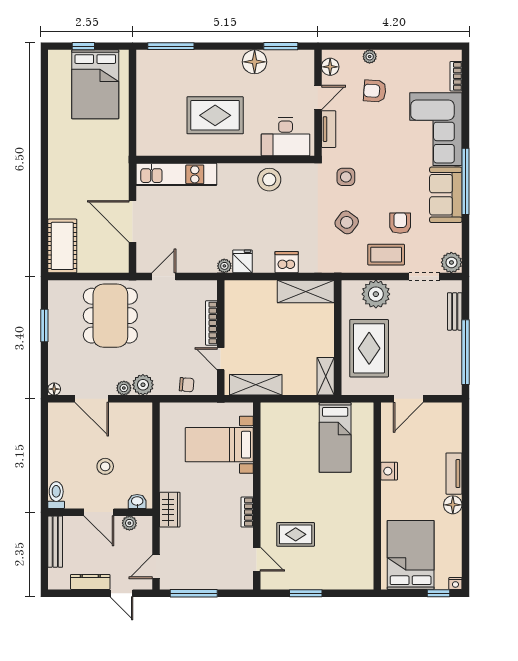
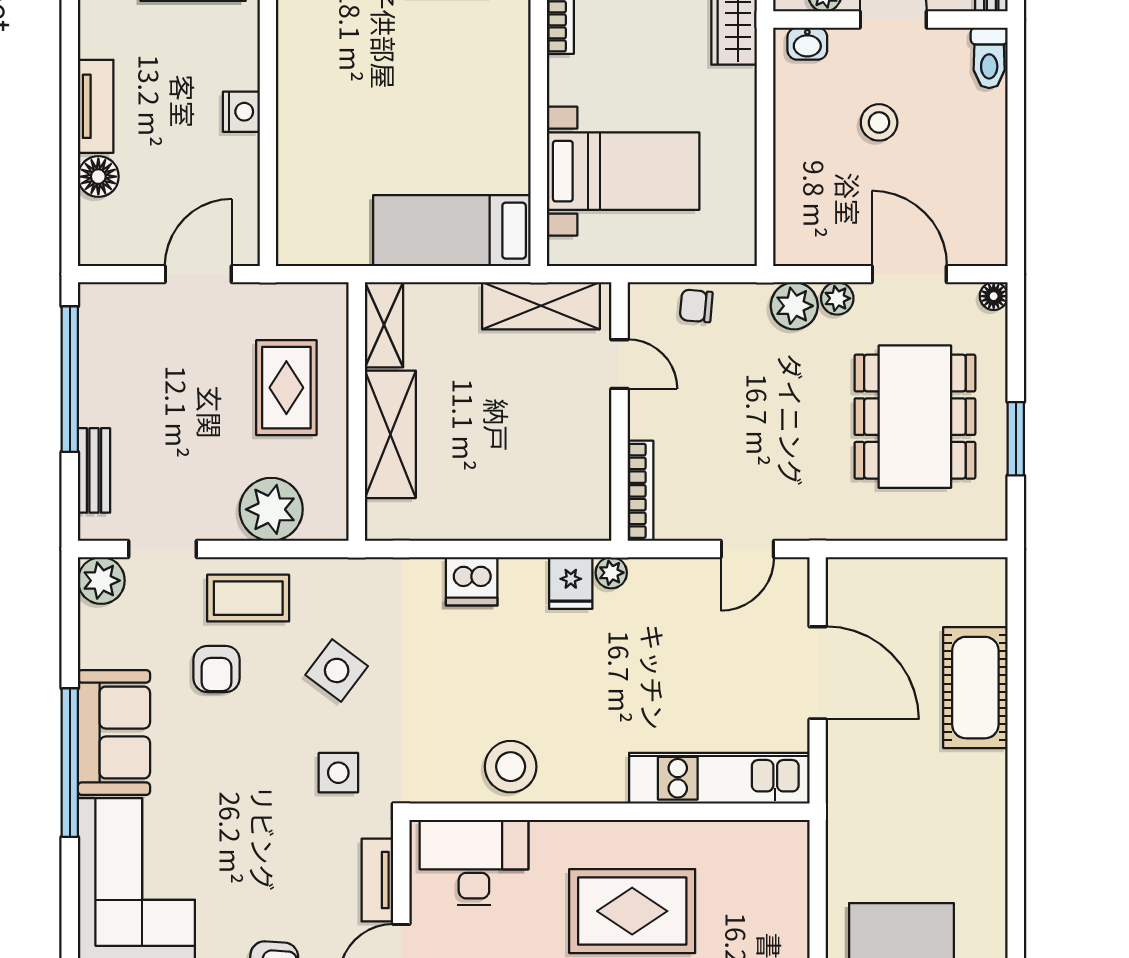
cot: (62, 246) -> (975, 688), moved
shelving: (306, 291) -> (390, 434), moved, turned 90
dining table: (110, 316) -> (915, 417), moved
bookcase: (211, 323) -> (640, 491), moved
rug: (369, 348) -> (286, 388), width x0.73, depth x0.70
bed: (335, 437) -> (452, 231), moved, turned -90
floor lamp: (453, 505) -> (98, 177), moved

